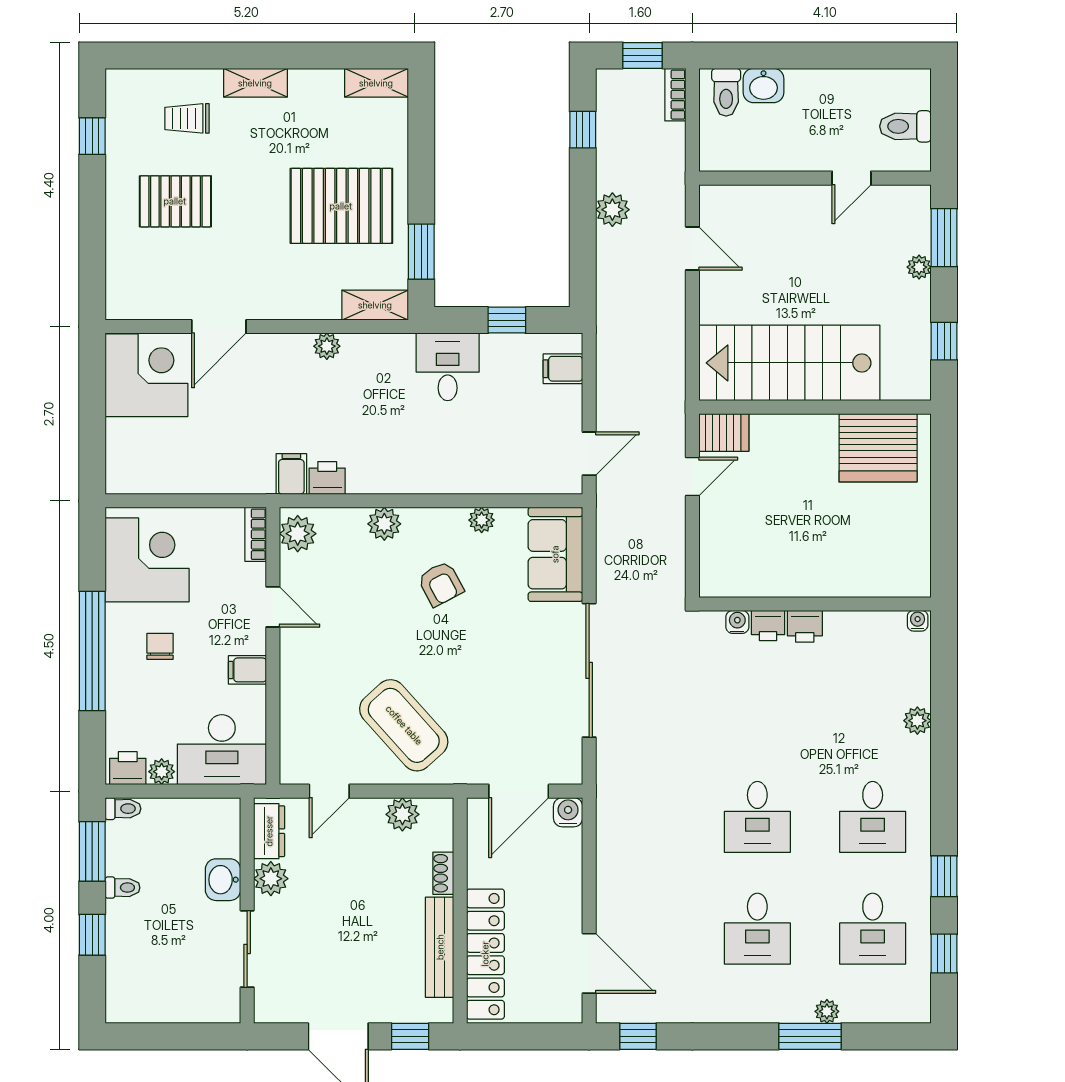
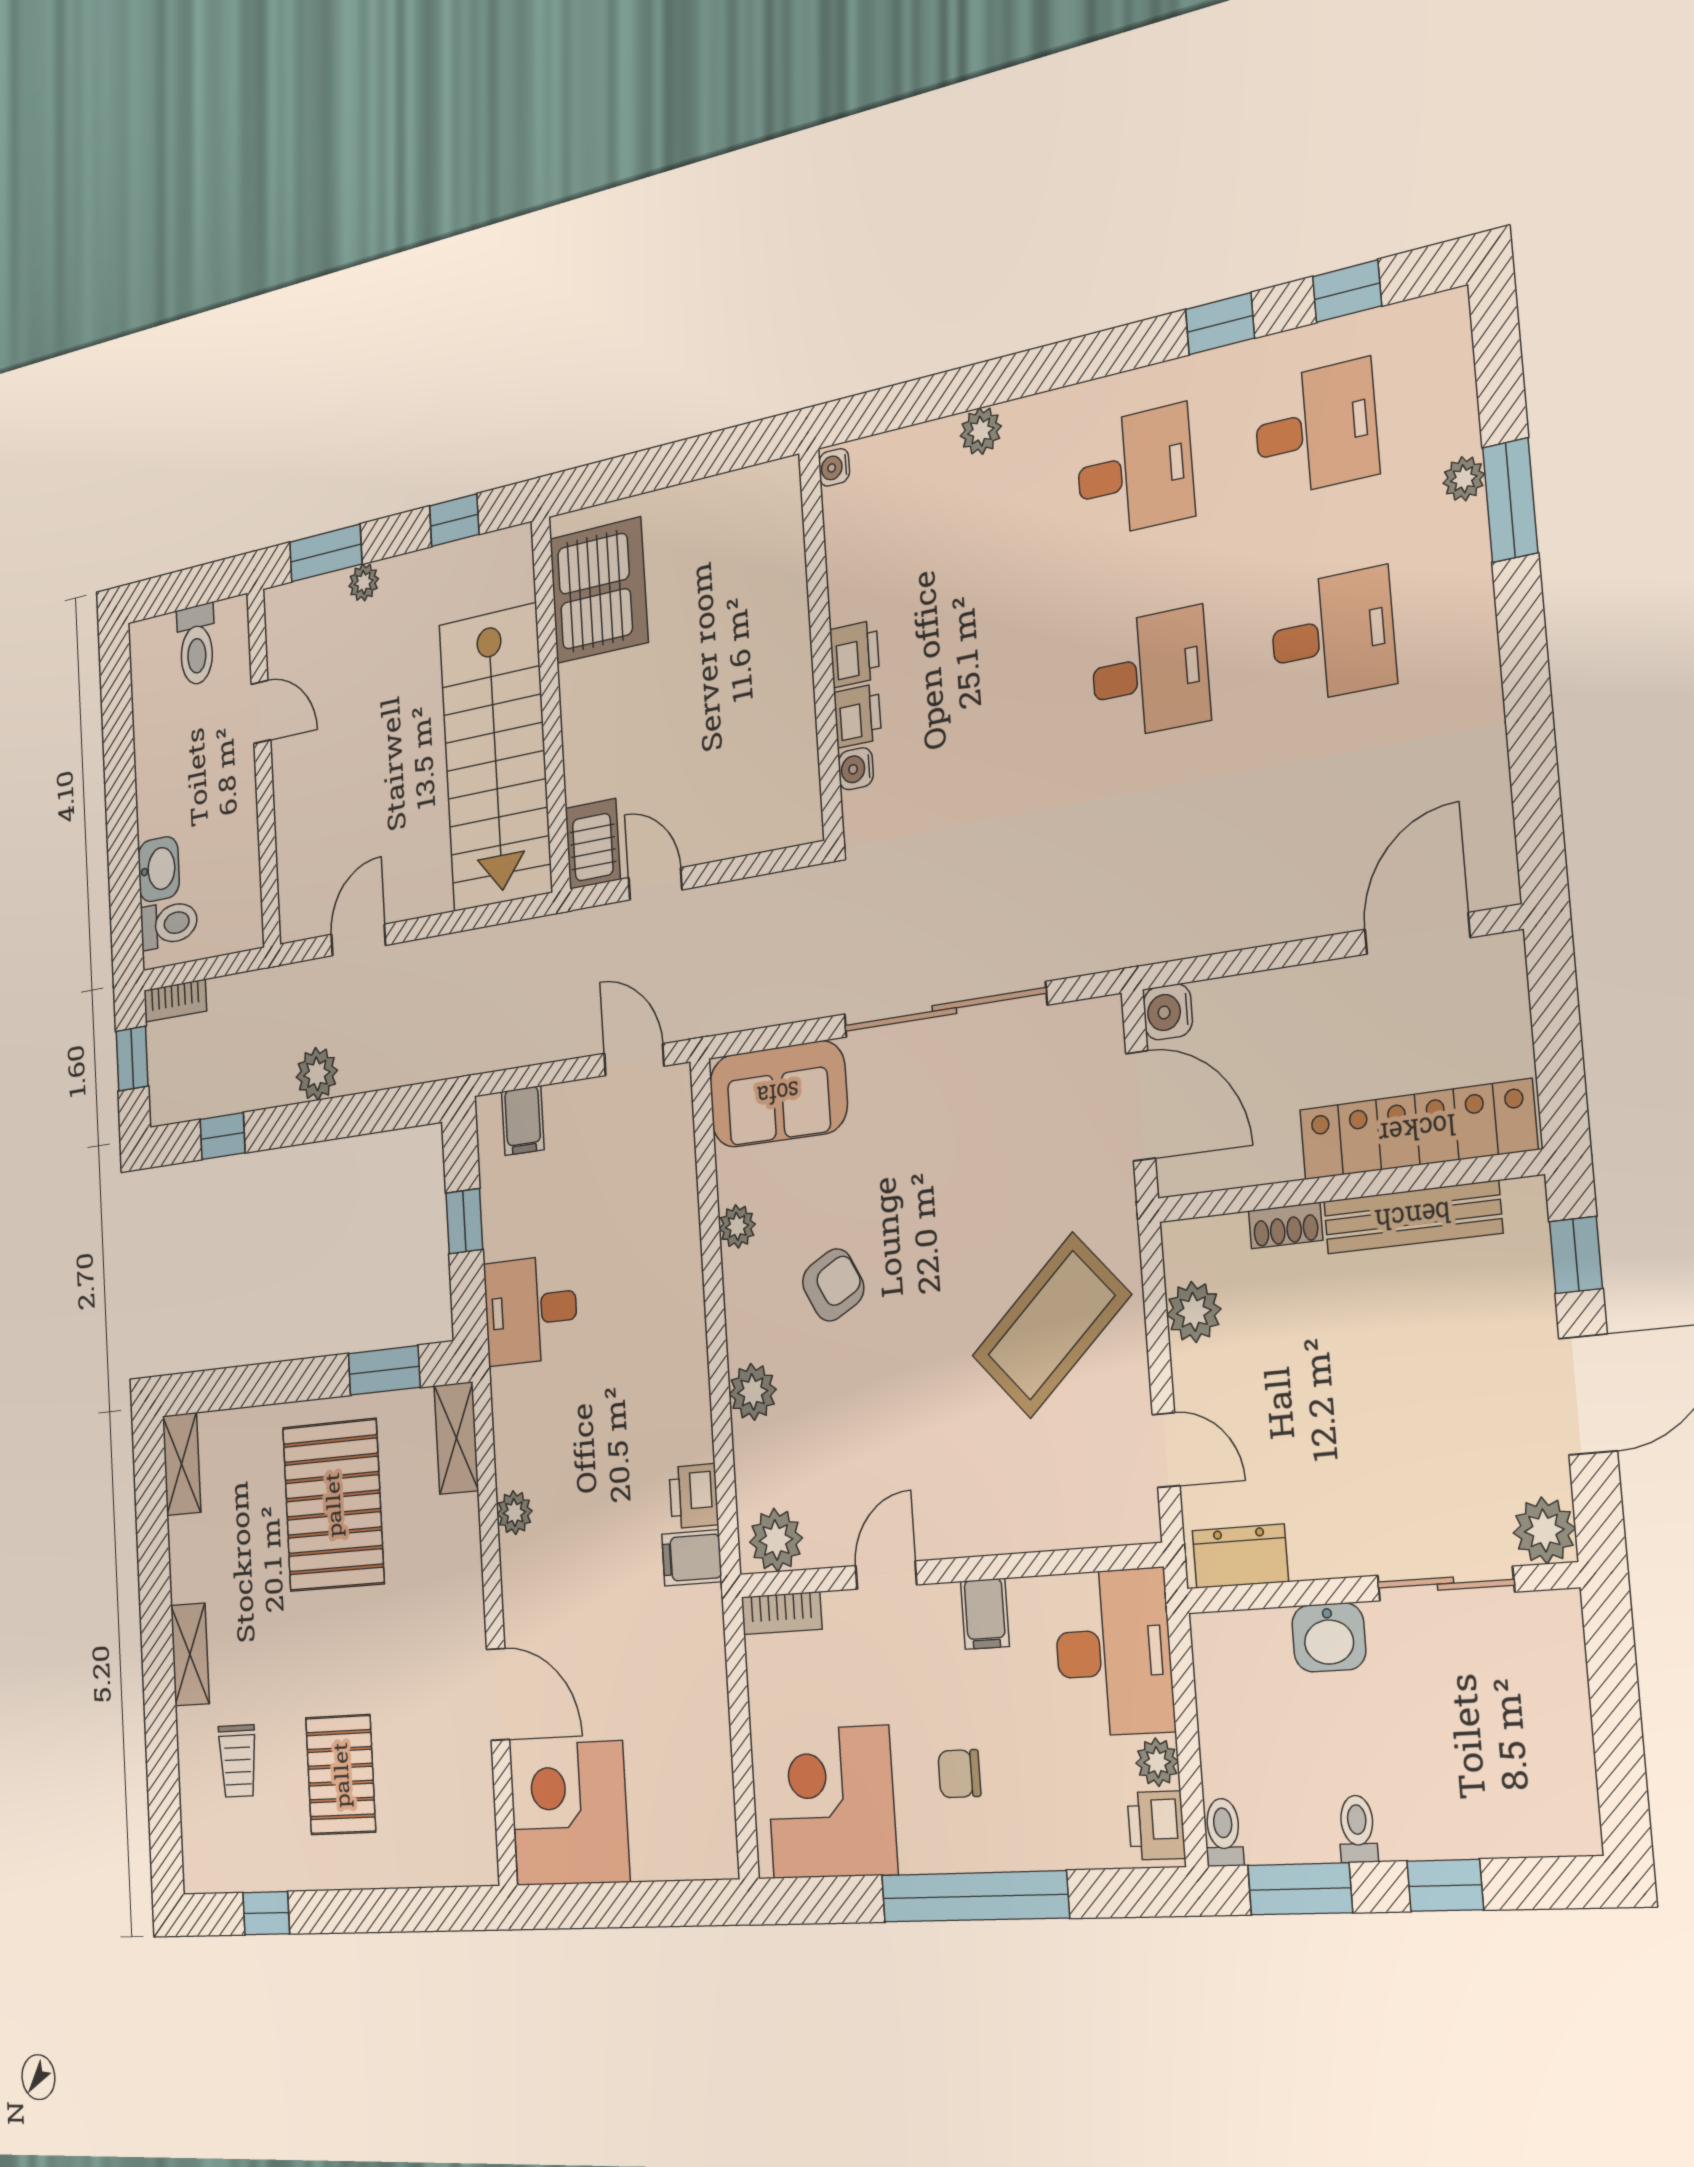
plant: (271, 879) -> (1544, 1530), moved
window: (638, 1036) -> (1538, 820), removed

